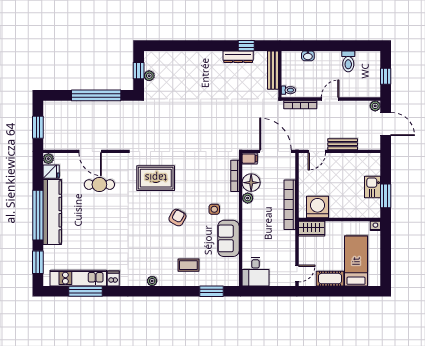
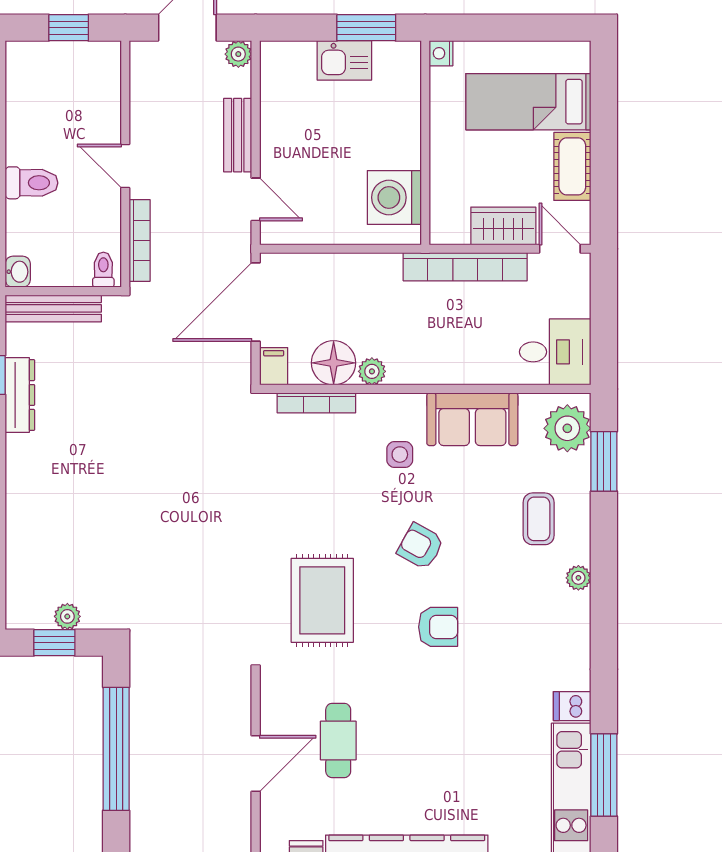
washbasin: (308, 56) -> (18, 272), moved
toilet: (348, 61) -> (32, 183), moved
plant: (375, 106) -> (238, 54), moved
bookcase: (290, 205) -> (465, 267), moved
armchair: (145, 225) -> (438, 627), added
wardrobe: (312, 229) -> (503, 226), moved, turned -90
plant: (225, 277) -> (567, 428), added
plant: (152, 281) -> (578, 578), moved

